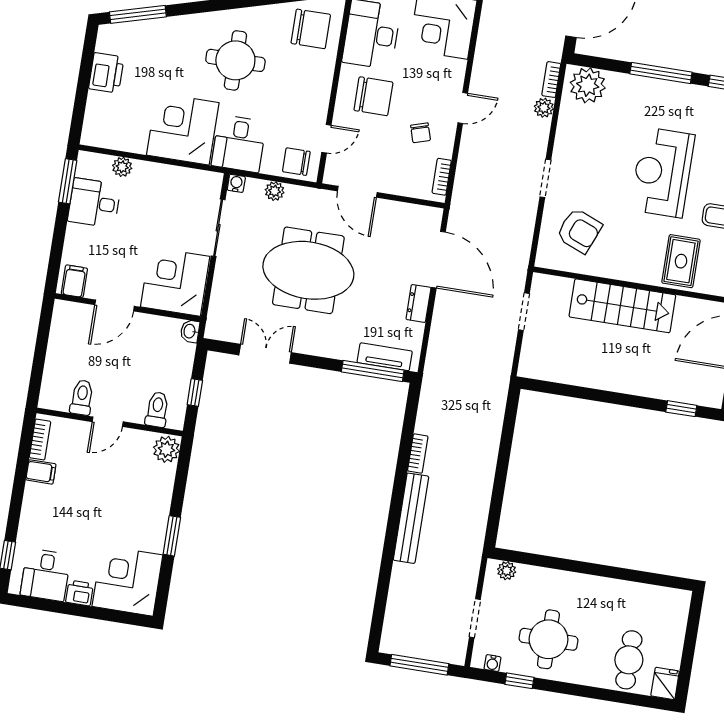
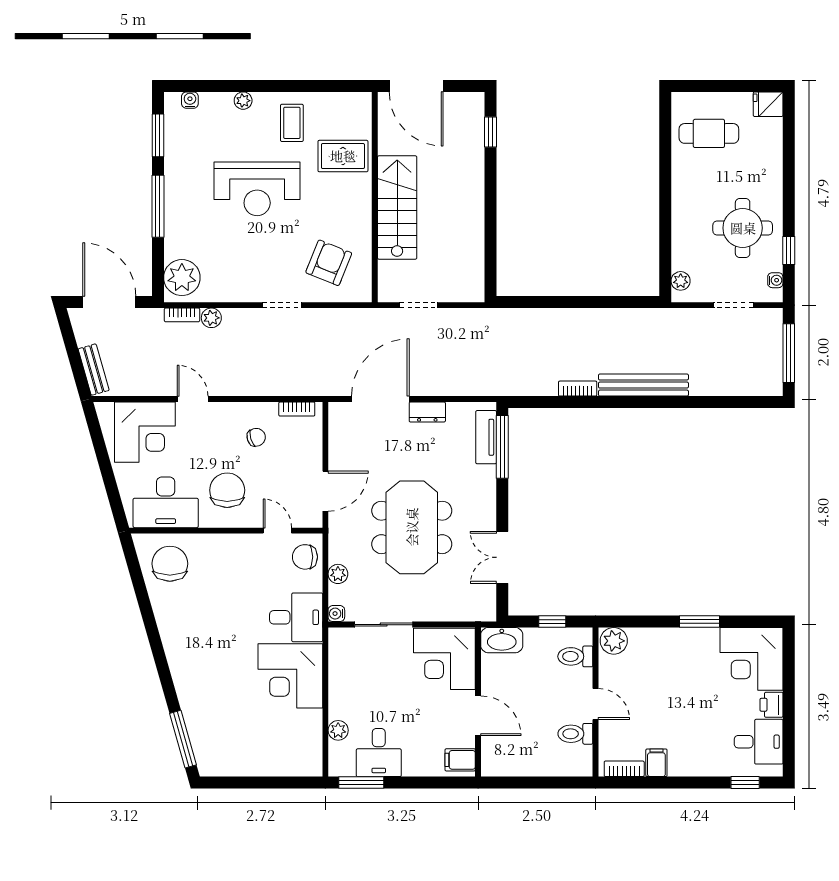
round table: (235, 60) -> (213, 634), removed
printer: (106, 73) -> (247, 761), removed
door: (463, 108) -> (193, 399), moved
chair: (296, 162) -> (305, 557), turned 90
washbasin: (190, 331) -> (502, 640), width x1.91, depth x1.45
cafe table: (629, 660) -> (709, 133), moved

